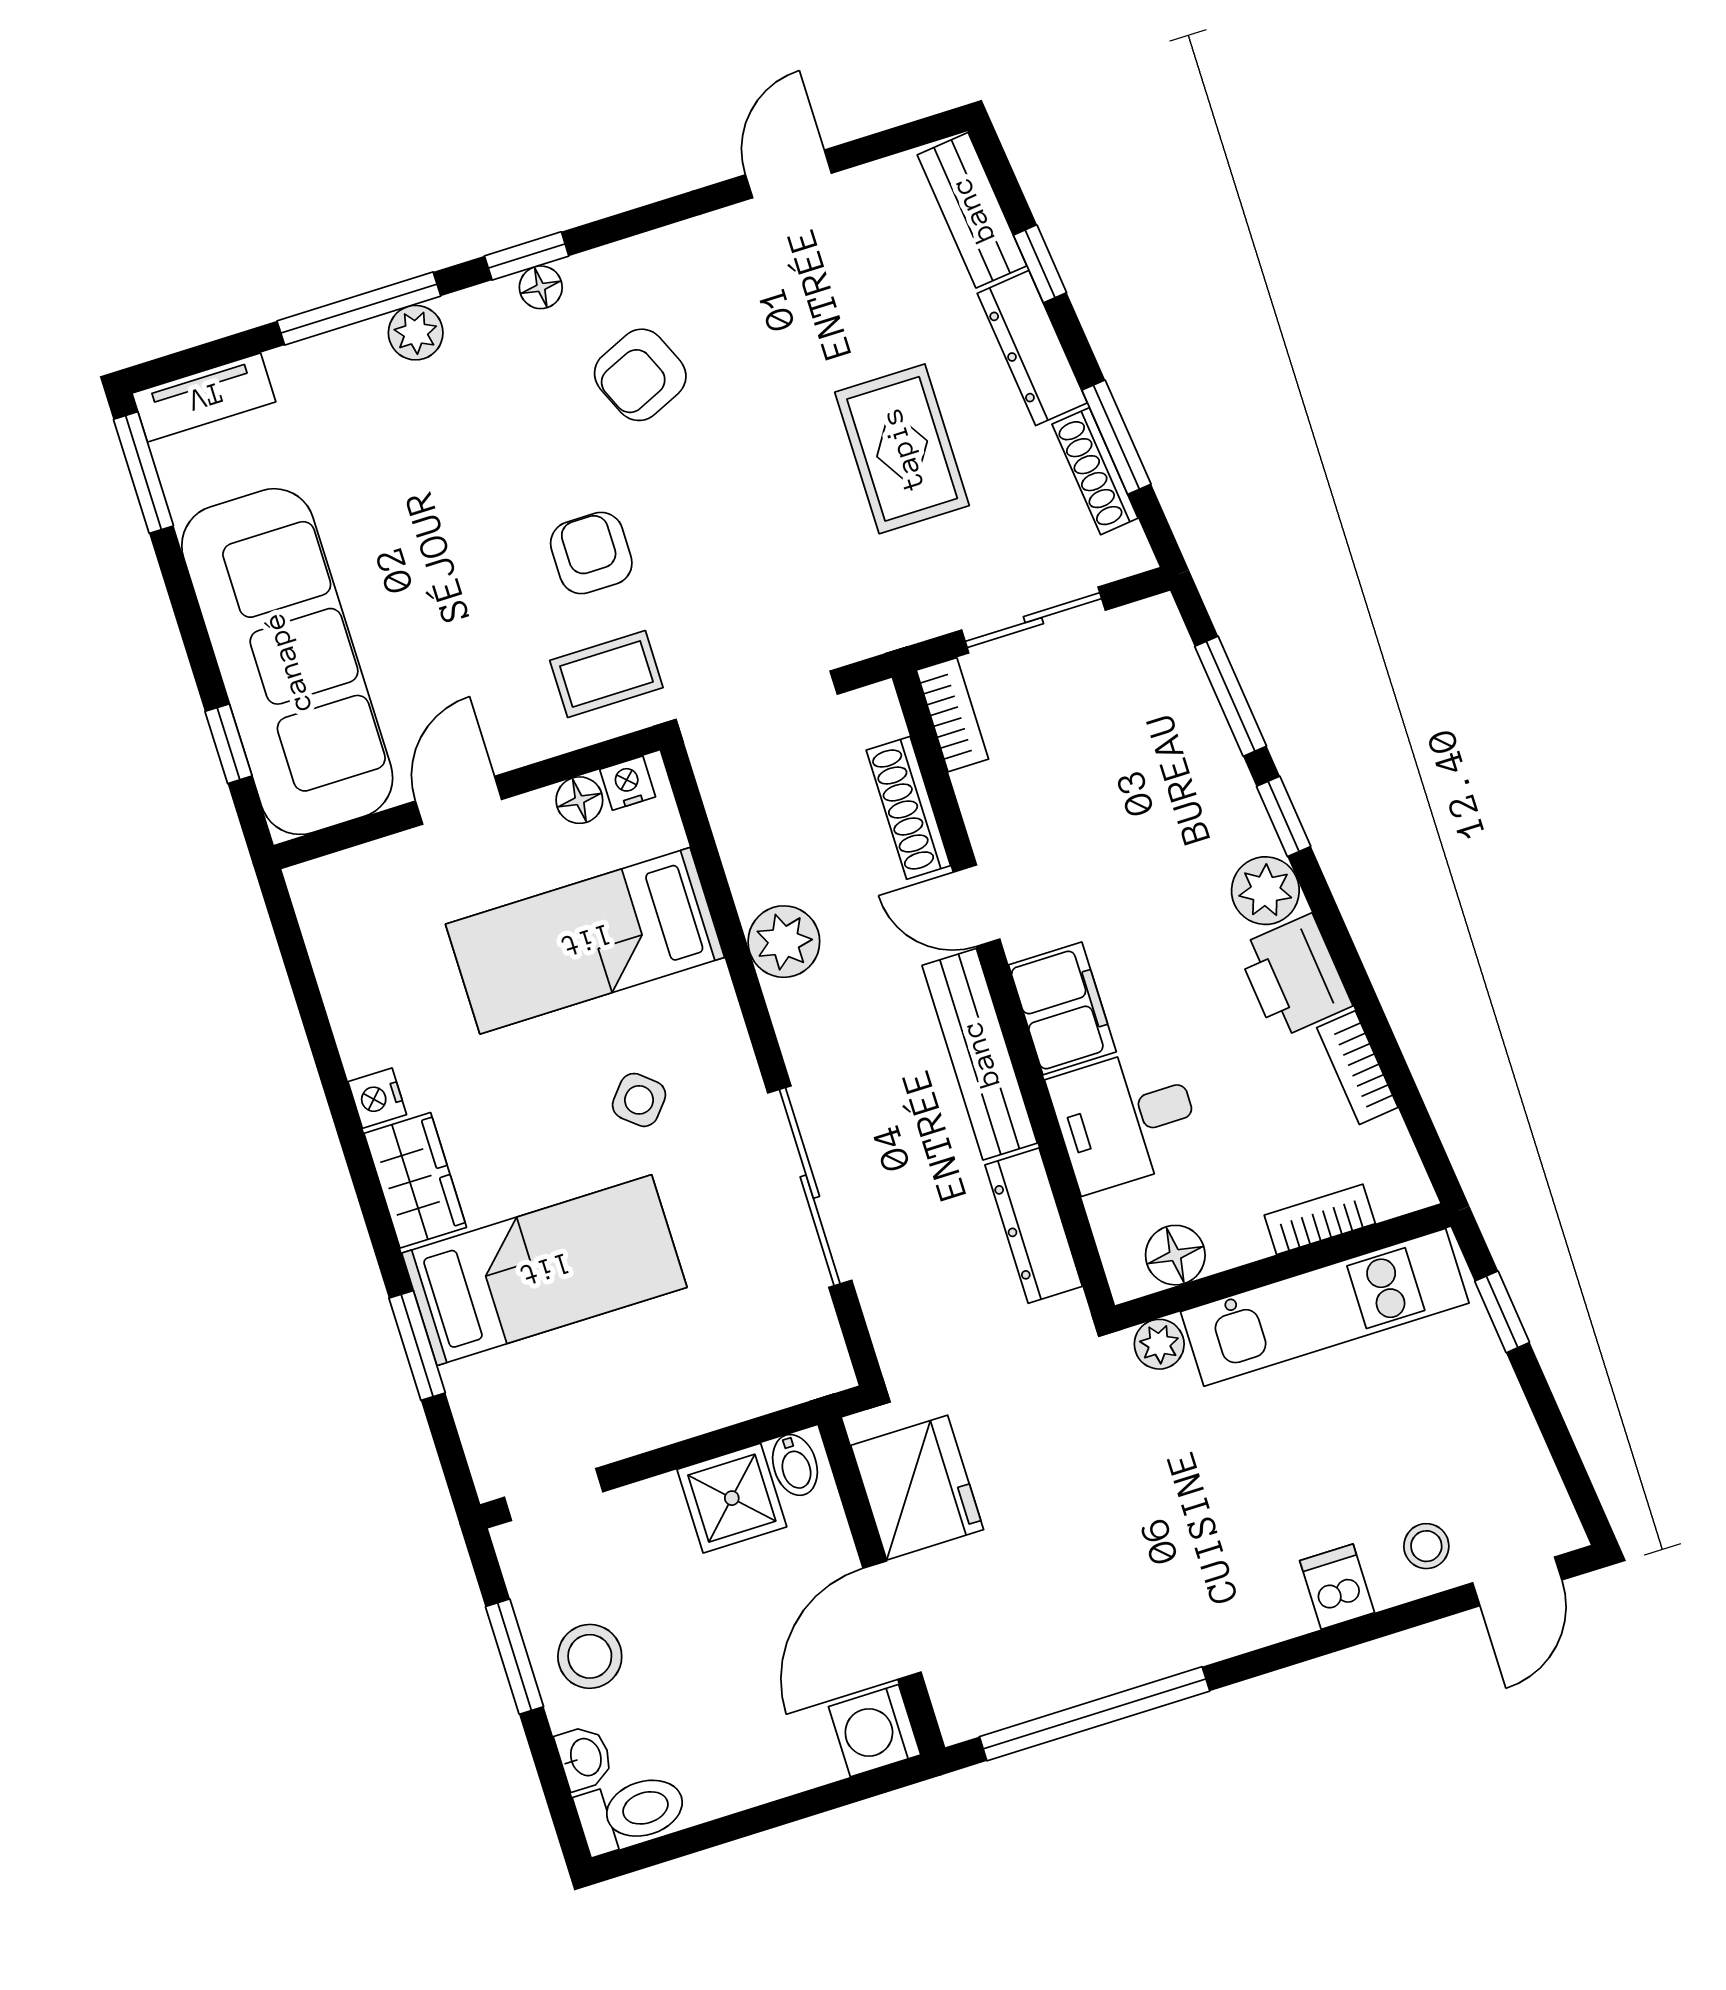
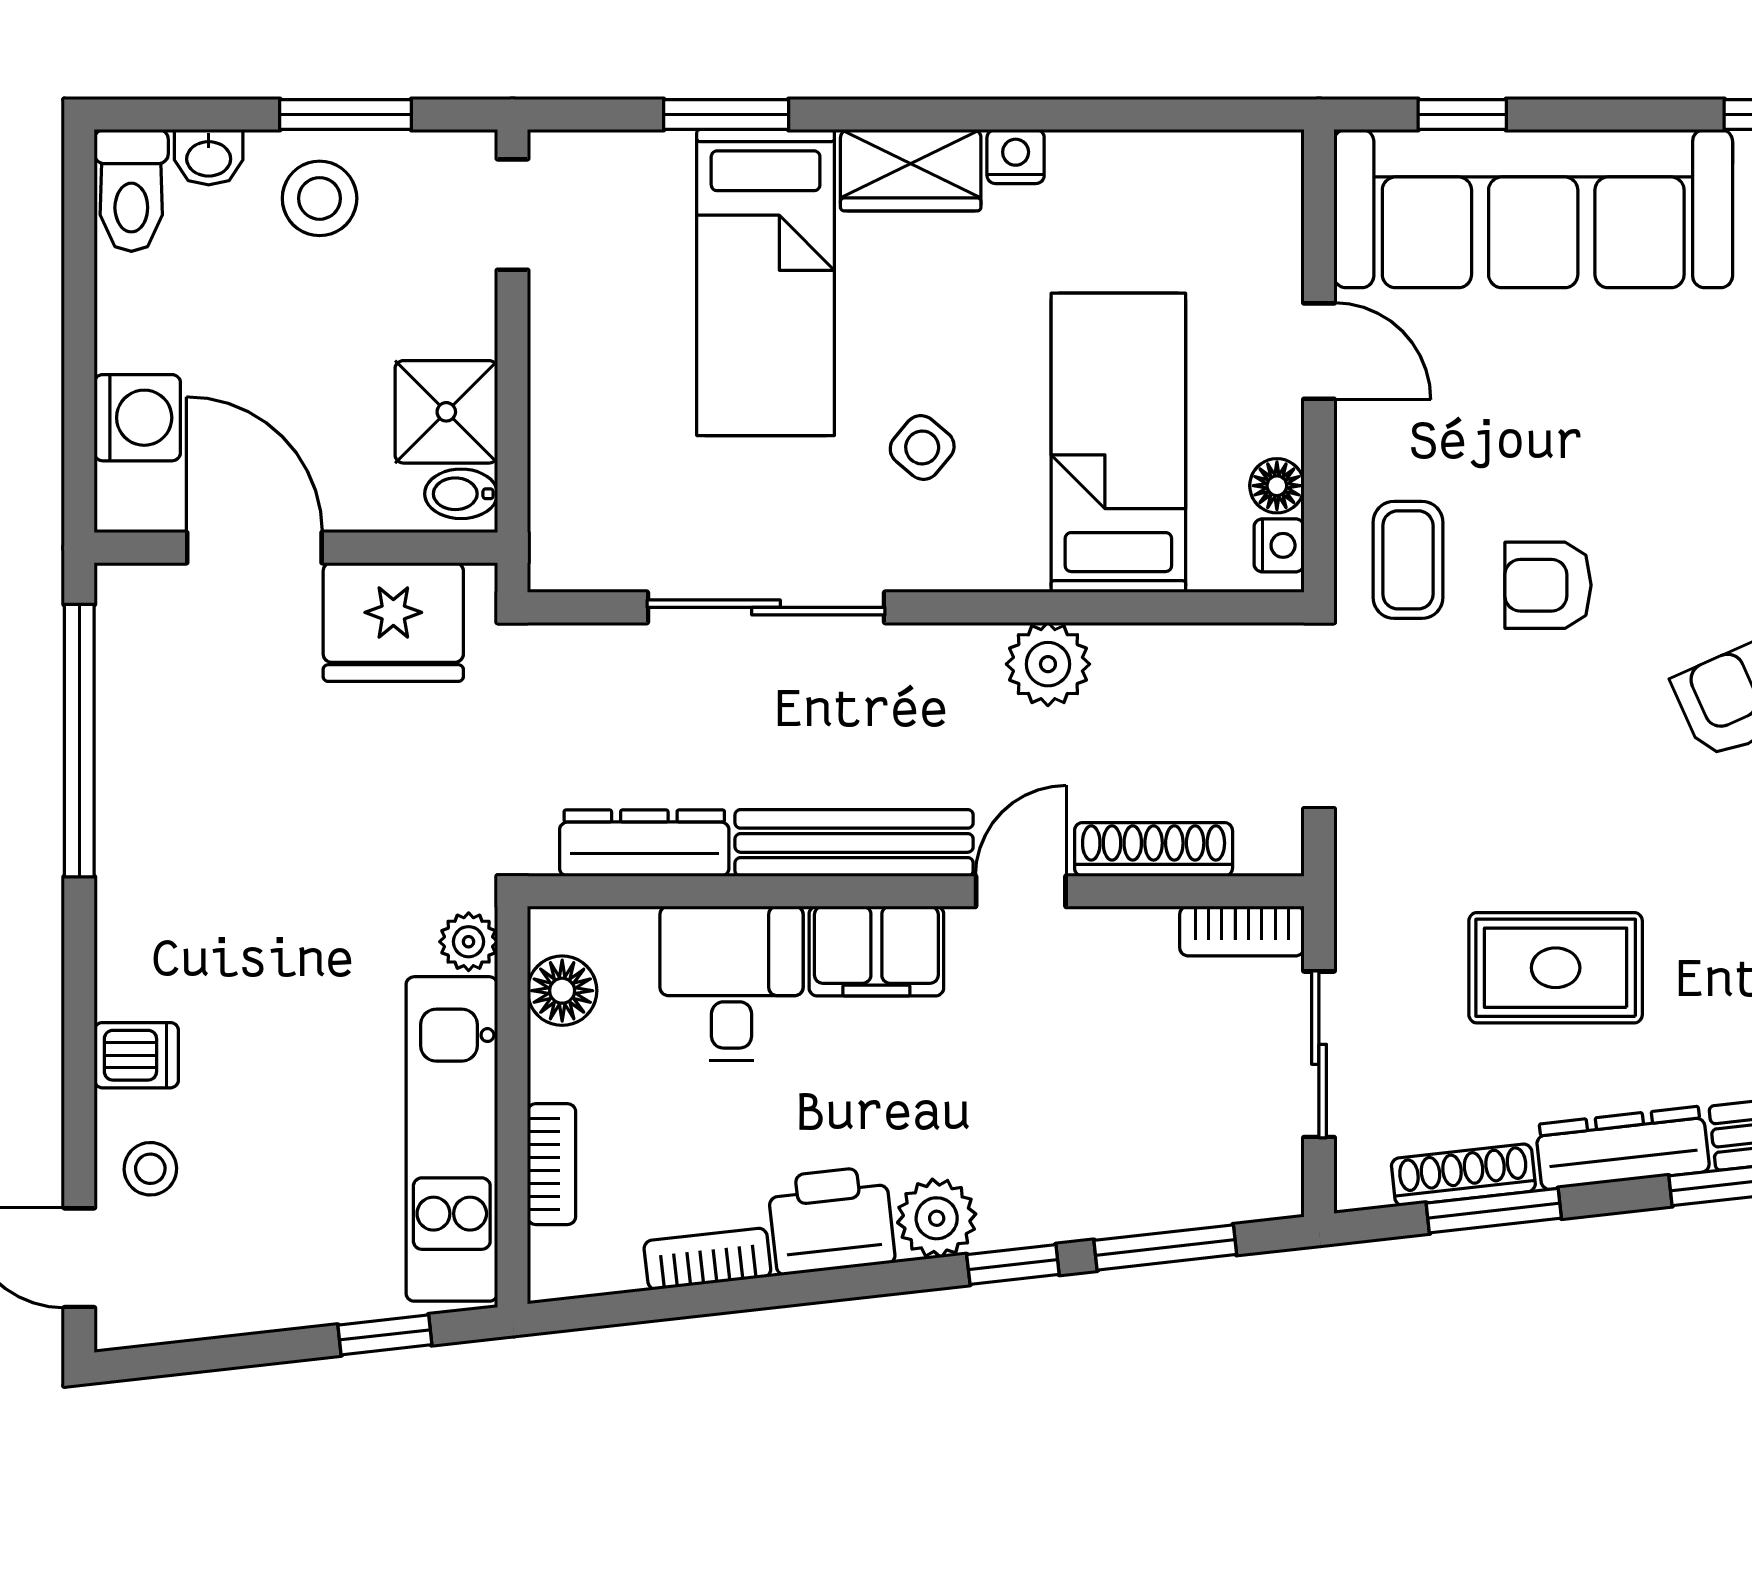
armchair: (591, 553) -> (1548, 585), turned 180
washing machine: (875, 1731) -> (137, 418), moved, turned 90

